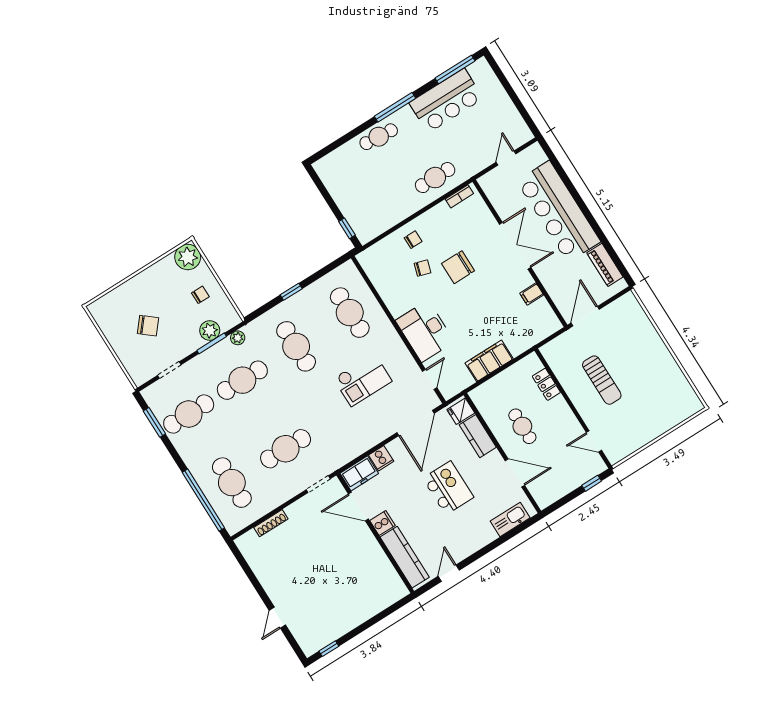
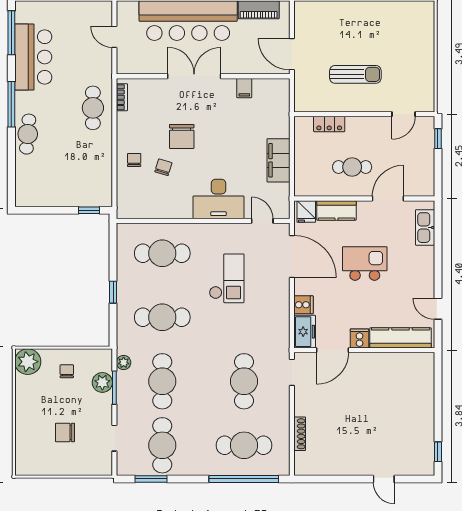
chair: (148, 326) -> (65, 433), turned -130

